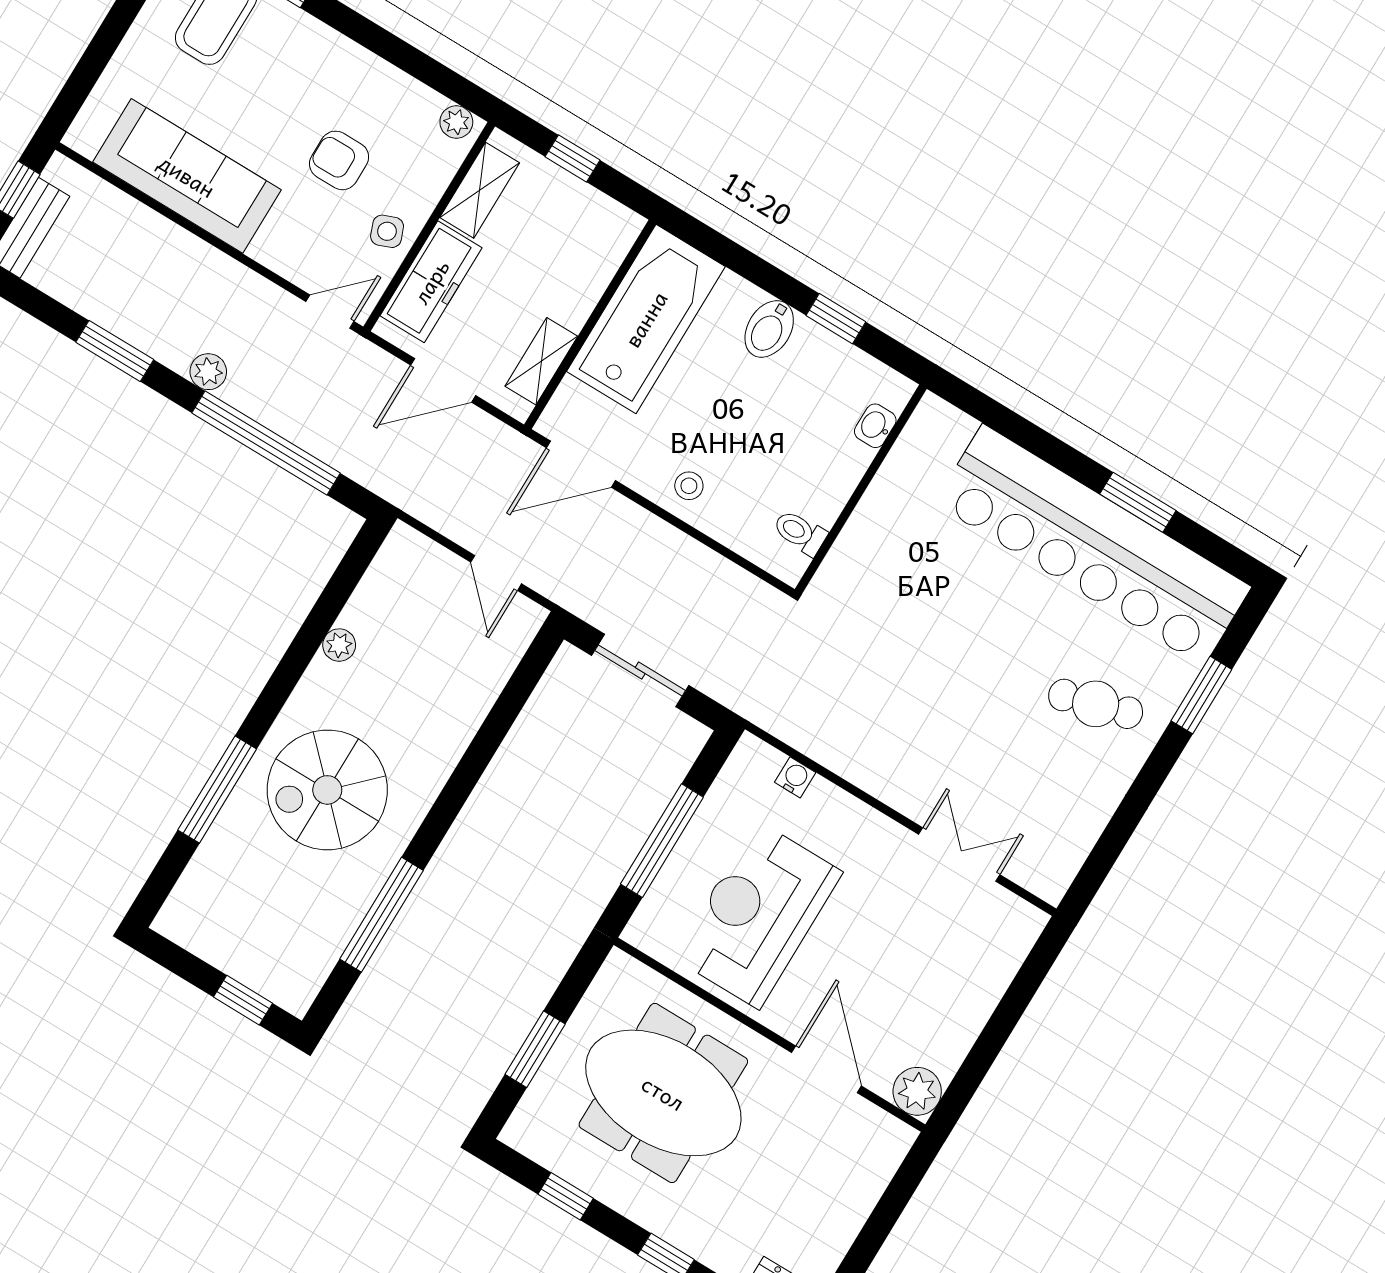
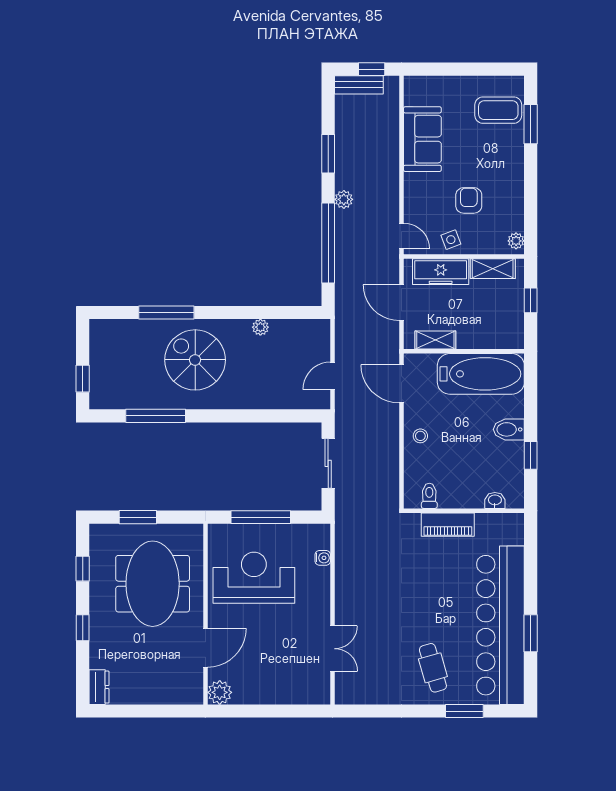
sofa: (187, 176) -> (422, 139), width x0.73
piano: (868, 531) -> (448, 525), added

